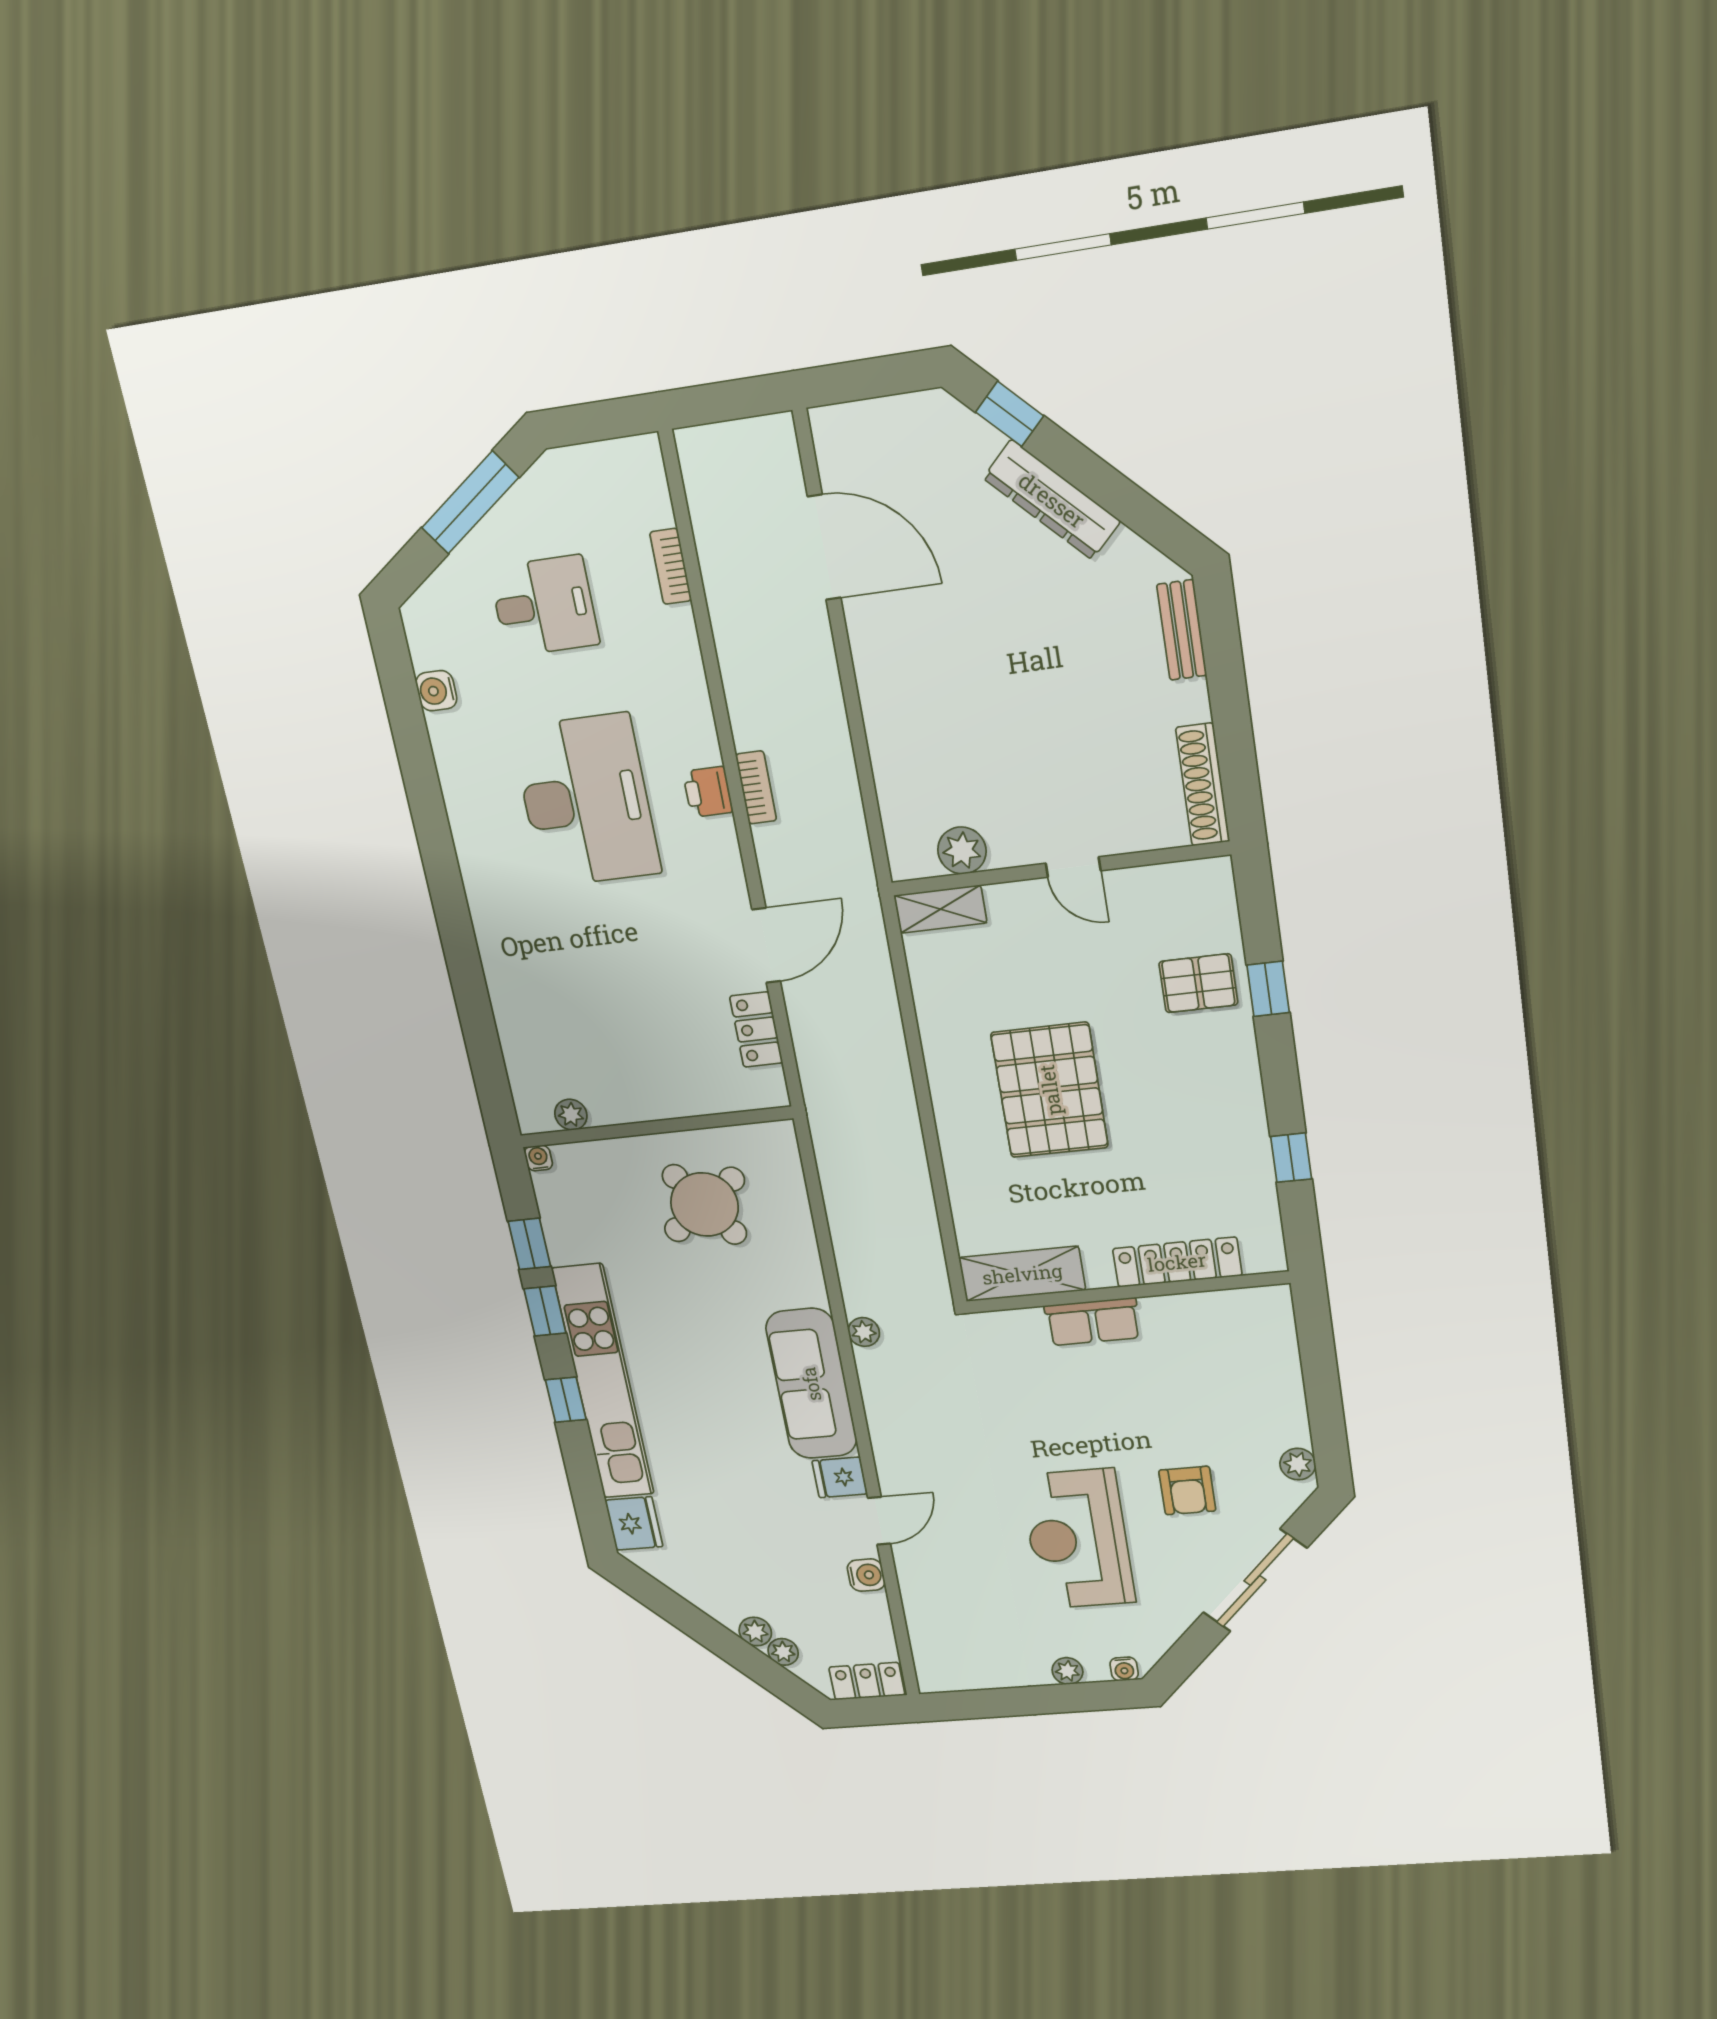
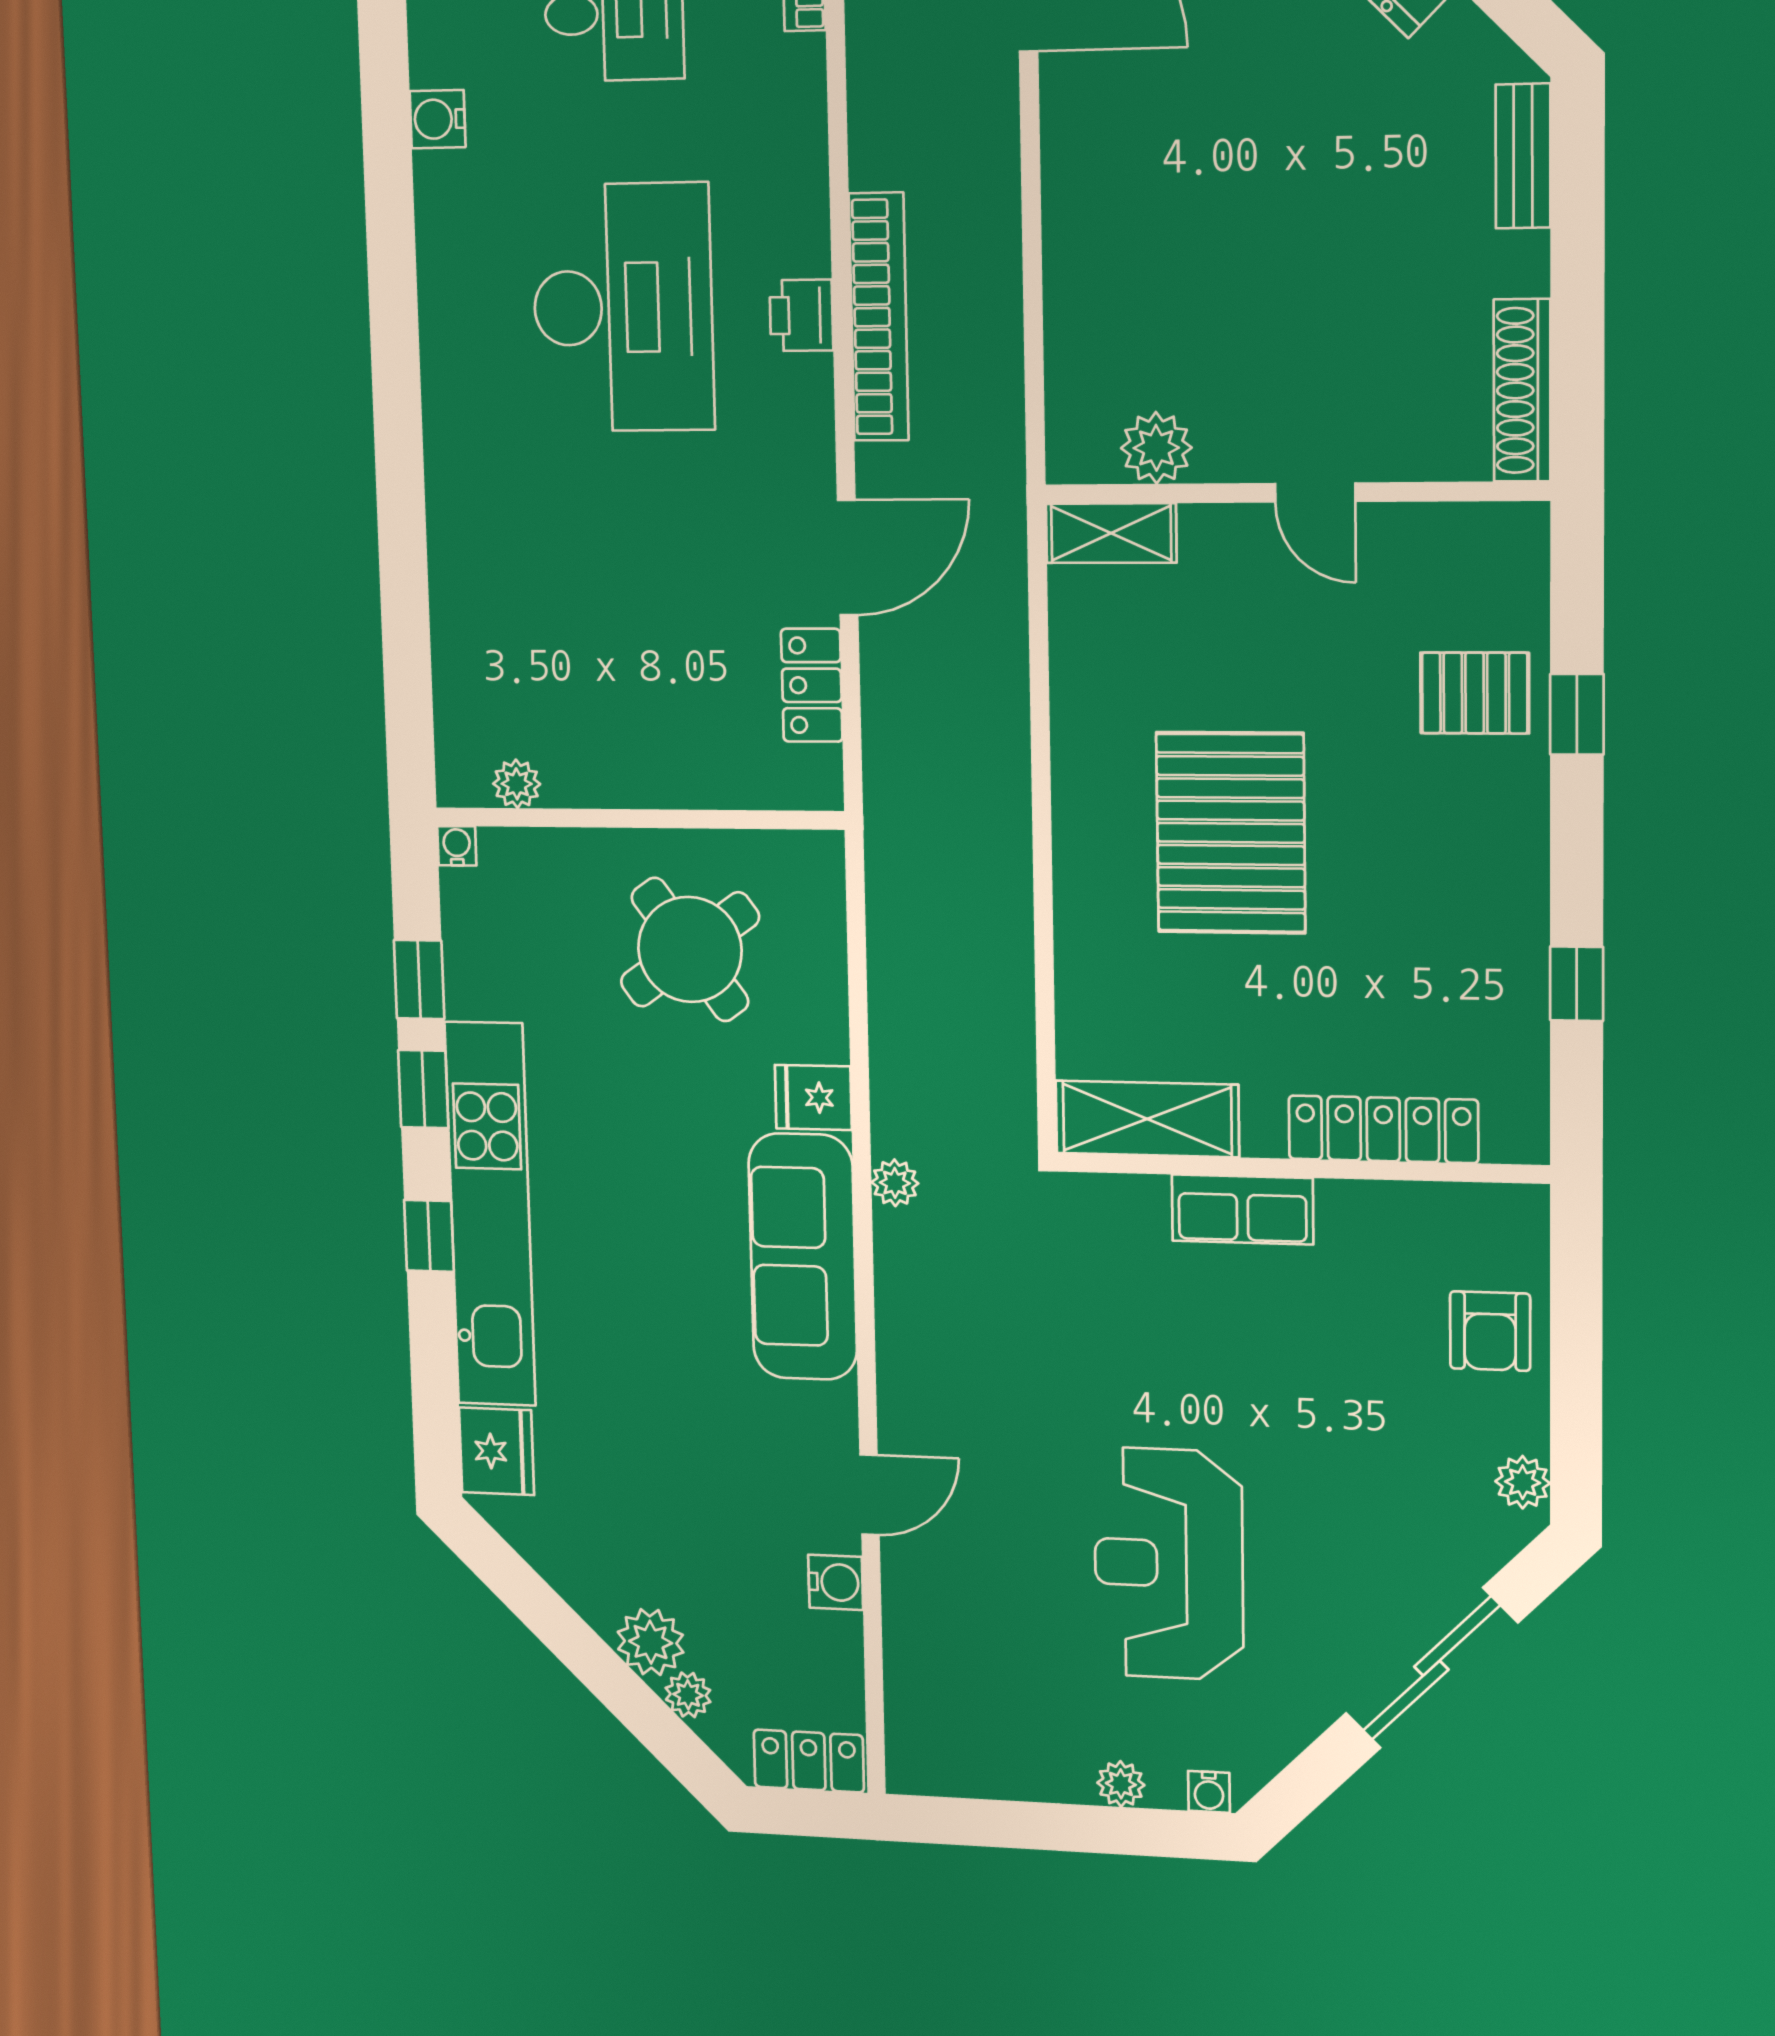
bookcase: (756, 787) -> (879, 317), width x2.31, depth x1.31
fridge: (840, 1477) -> (813, 1097), moved
armchair: (1187, 1491) -> (1490, 1331), moved
plant: (755, 1632) -> (651, 1642), width x1.38, depth x1.38

